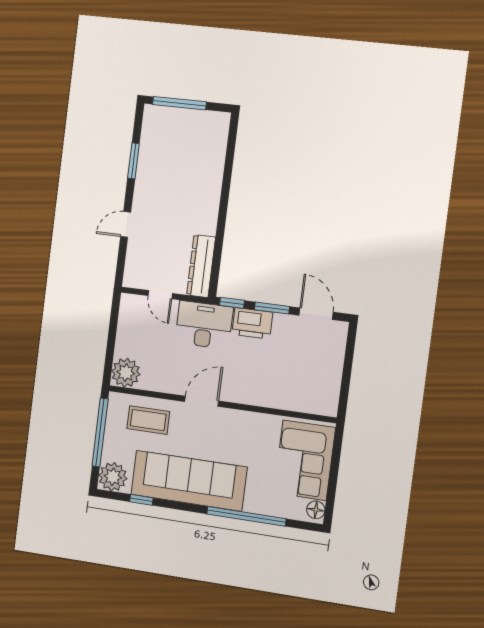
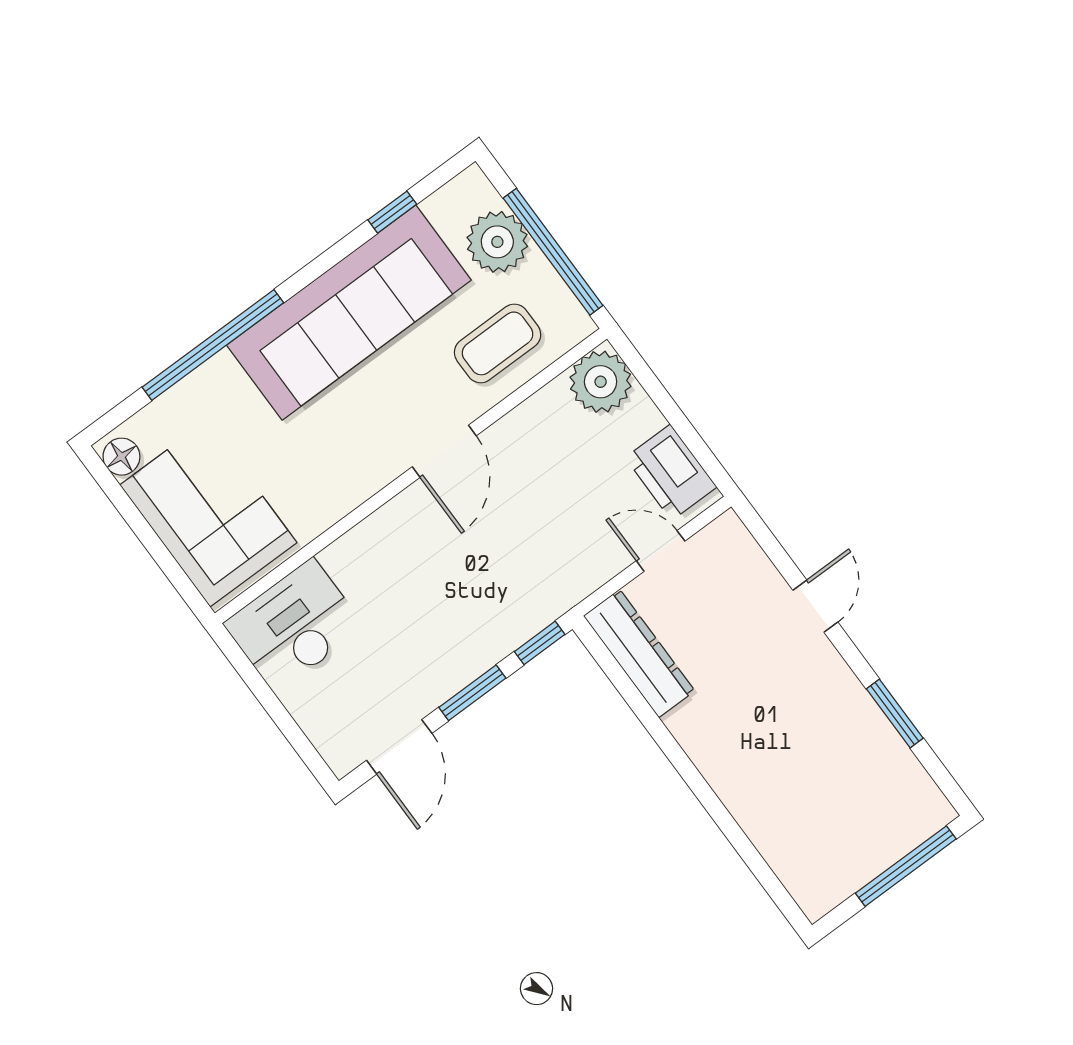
door: (316, 314) -> (399, 747), hinge flipped
printer: (252, 323) -> (671, 472), moved, turned -90
desk: (204, 325) -> (294, 625), moved, turned 180
plant: (113, 477) -> (497, 242), moved

